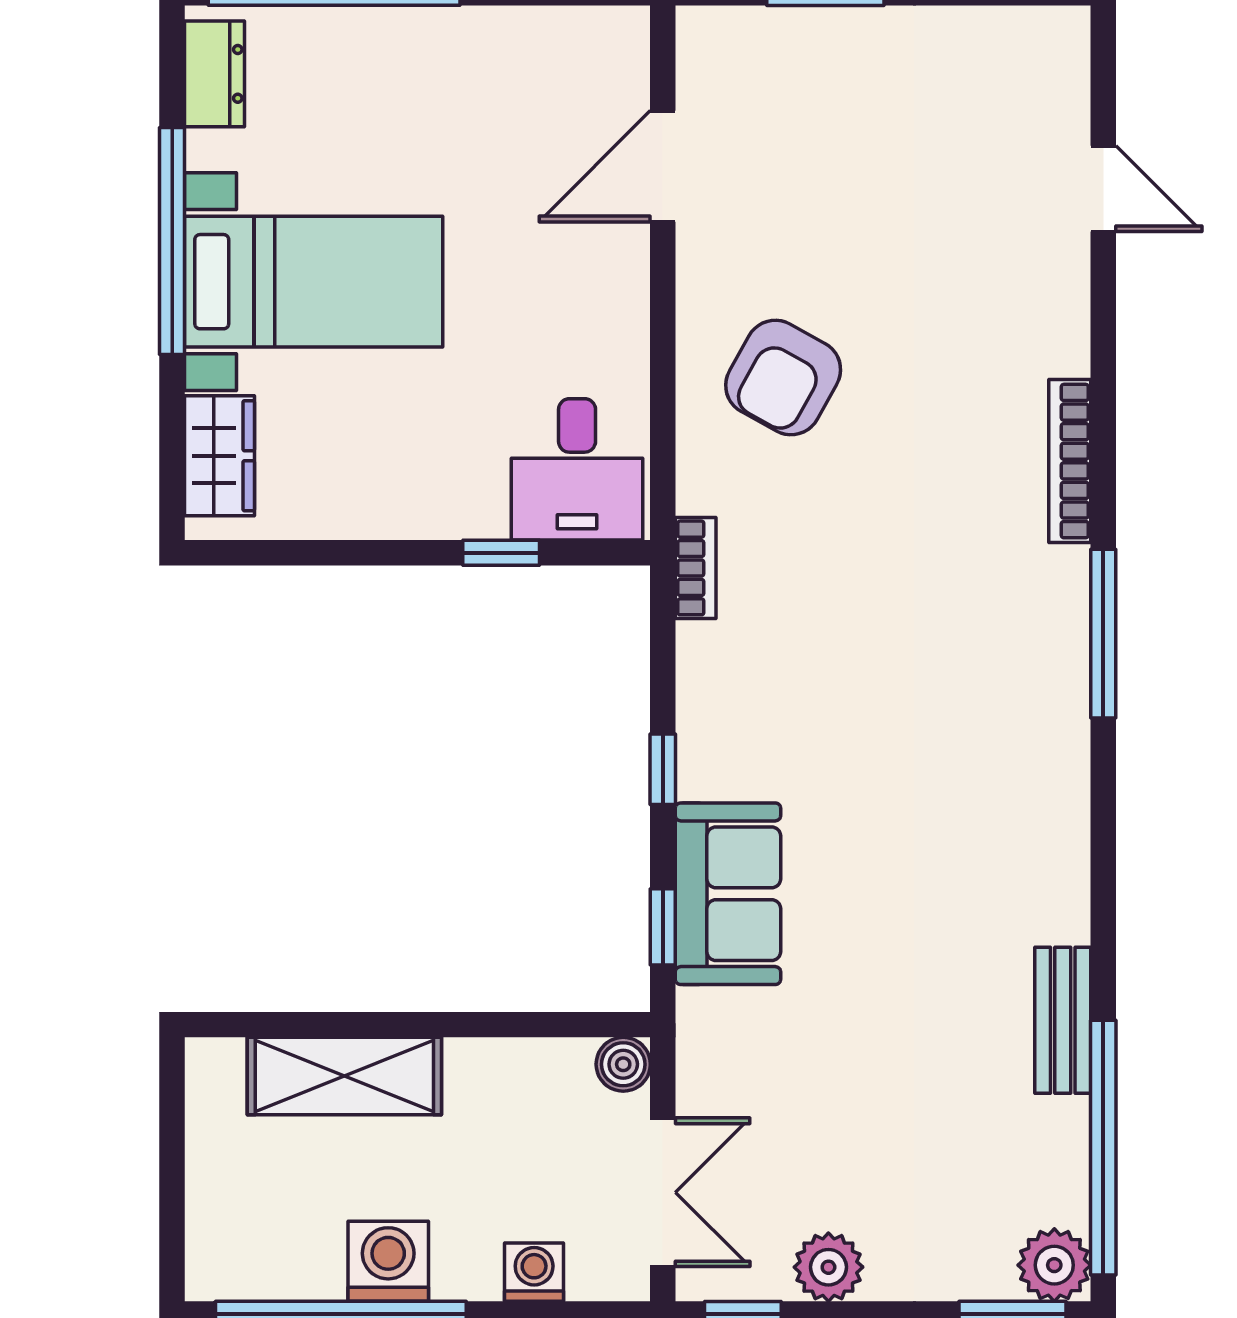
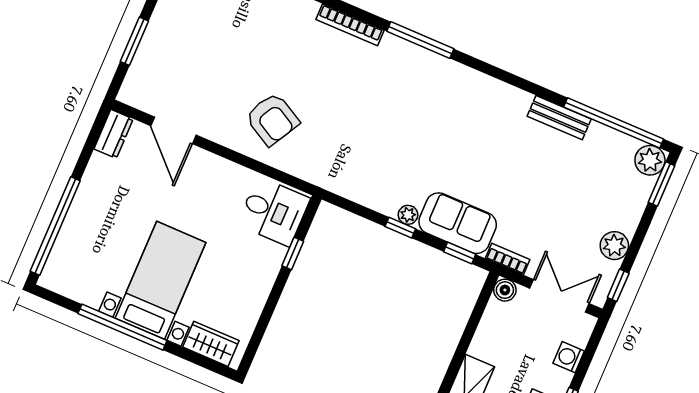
dresser: (214, 74) -> (114, 134), moved, turned 90
bookcase: (696, 568) -> (508, 259), moved
plant: (699, 774) -> (408, 215), added

